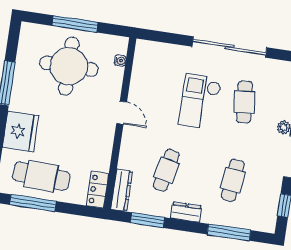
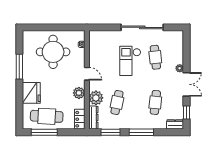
window: (75, 24) -> (53, 27), removed
plant: (103, 144) -> (79, 93), added
plant: (131, 157) -> (96, 98), added
dresser: (186, 212) -> (175, 124), moved
window: (229, 232) -> (141, 132), moved

